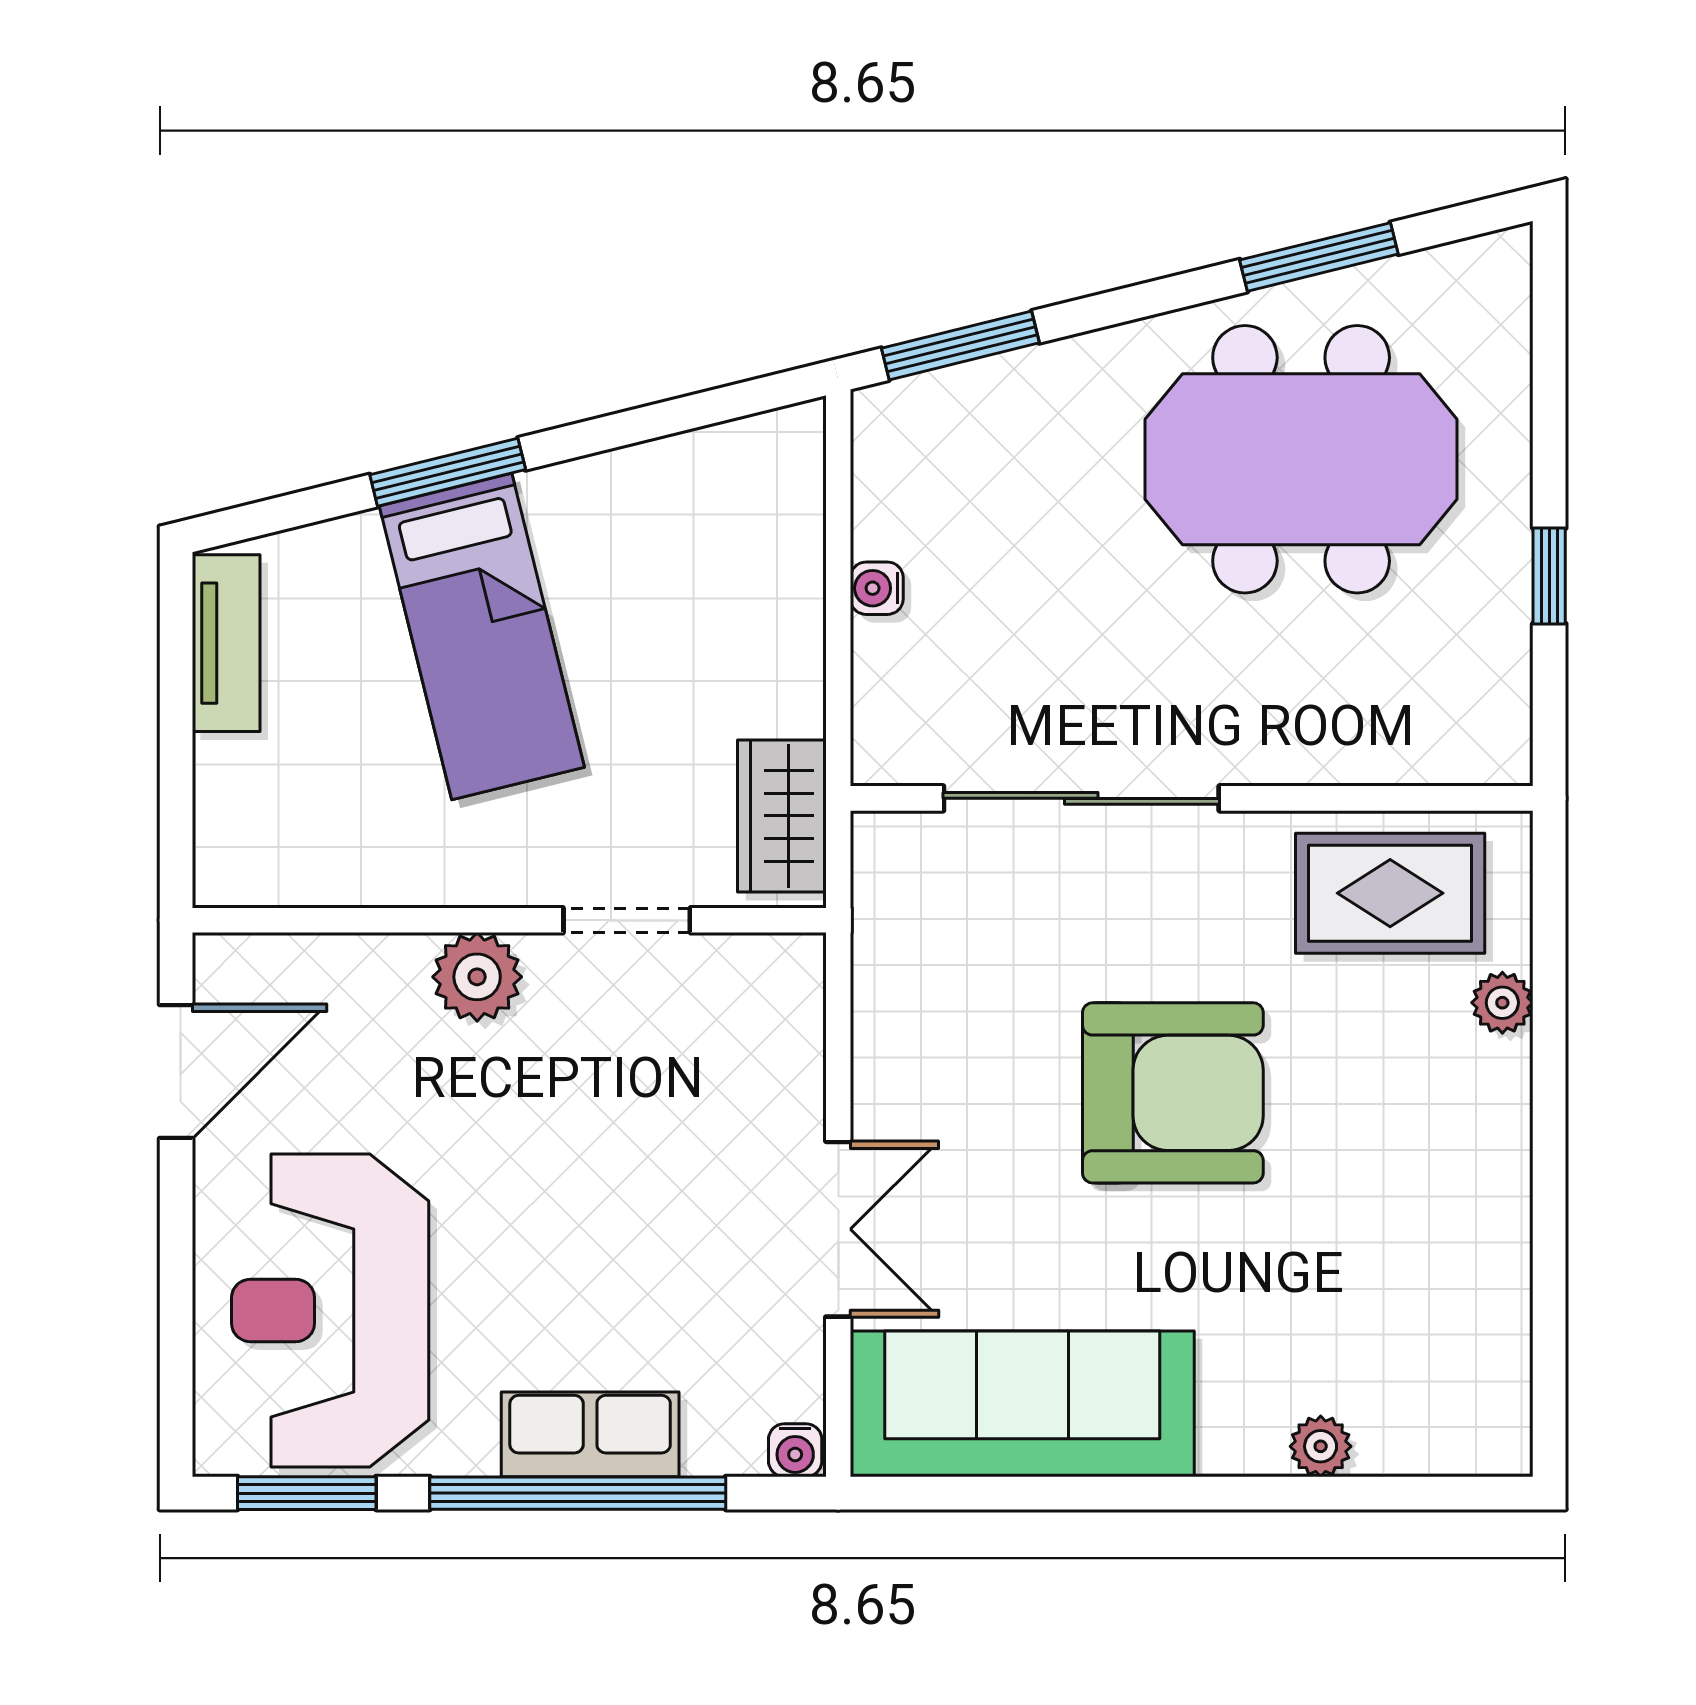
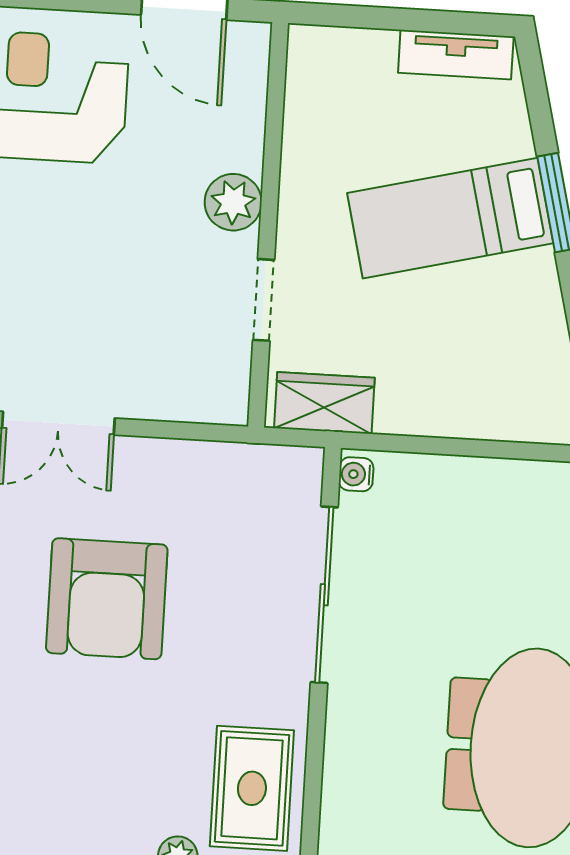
water cooler: (877, 588) -> (356, 474), moved, turned -90
armchair: (1173, 1093) -> (107, 599), moved

